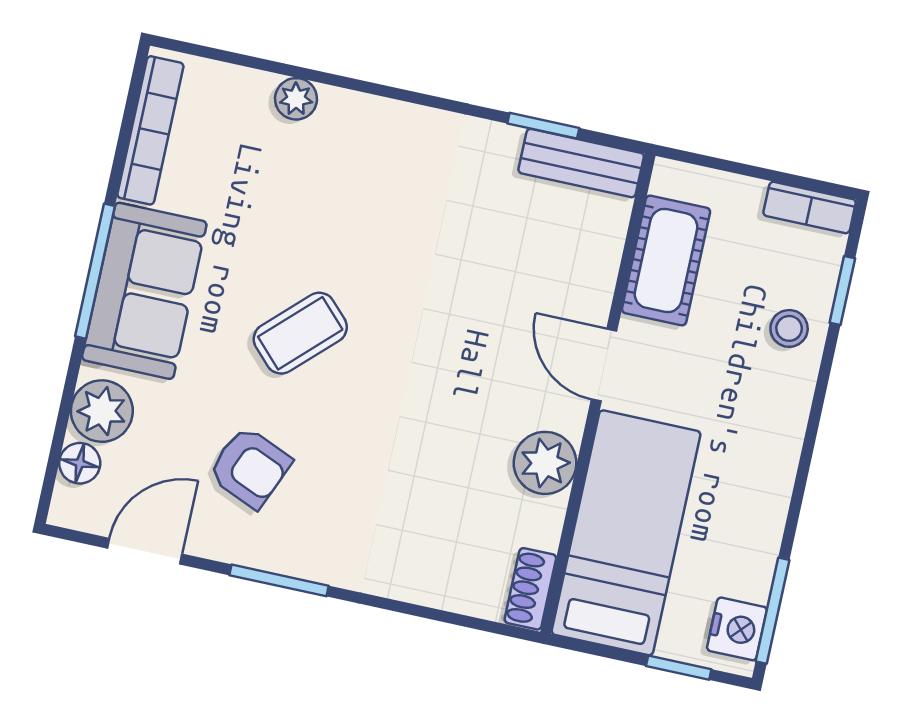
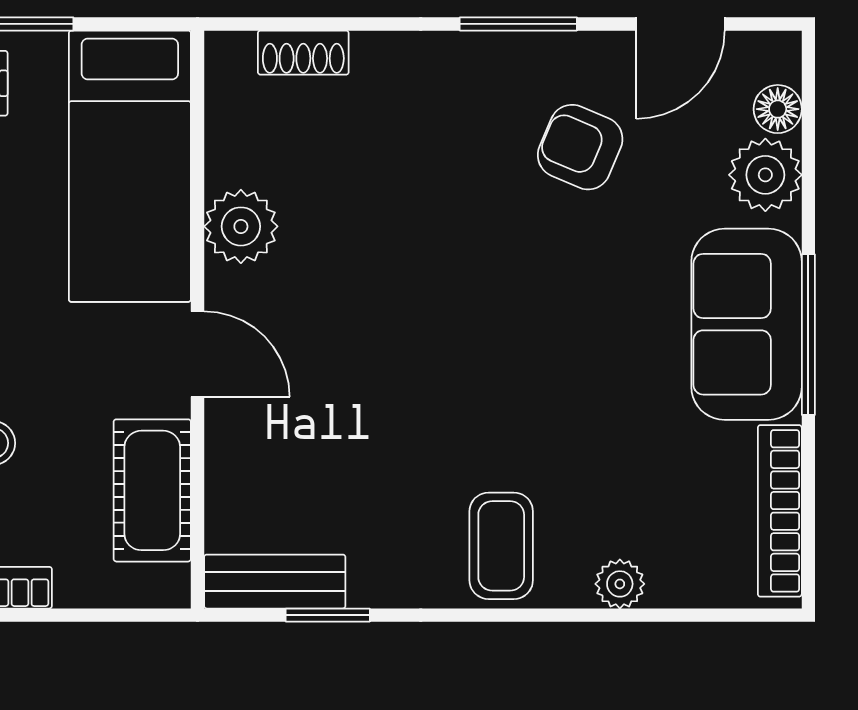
coffee table: (300, 333) -> (501, 546), moved, turned -46
shoe rack: (530, 589) -> (303, 53), moved, turned 90

